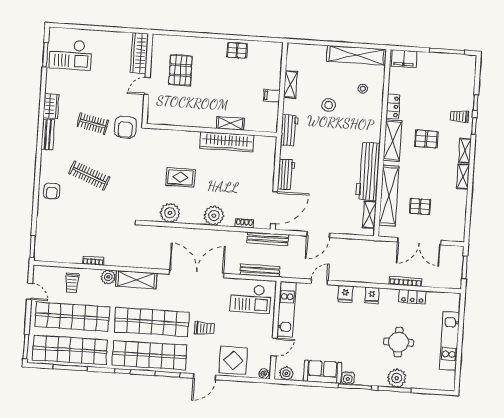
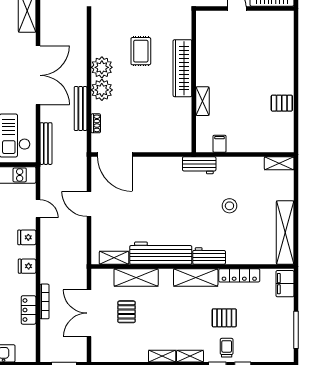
pallet: (237, 50) -> (282, 103), turned 90
pallet: (180, 70) -> (256, 43), removed
shelving: (290, 85) -> (279, 163), moved
stool: (363, 89) -> (249, 242), removed
filing cabinet: (272, 96) -> (220, 144), moved
locker: (393, 107) -> (239, 275), width x1.53
pallet: (426, 139) -> (224, 318), moved, turned 90
wardrobe: (227, 142) -> (182, 68), moved
workbench: (286, 175) -> (209, 256), moved, turned 180
shelving: (389, 195) -> (136, 277), width x0.68
plant: (170, 213) -> (102, 67), moved
bench: (268, 239) -> (81, 109), moved

